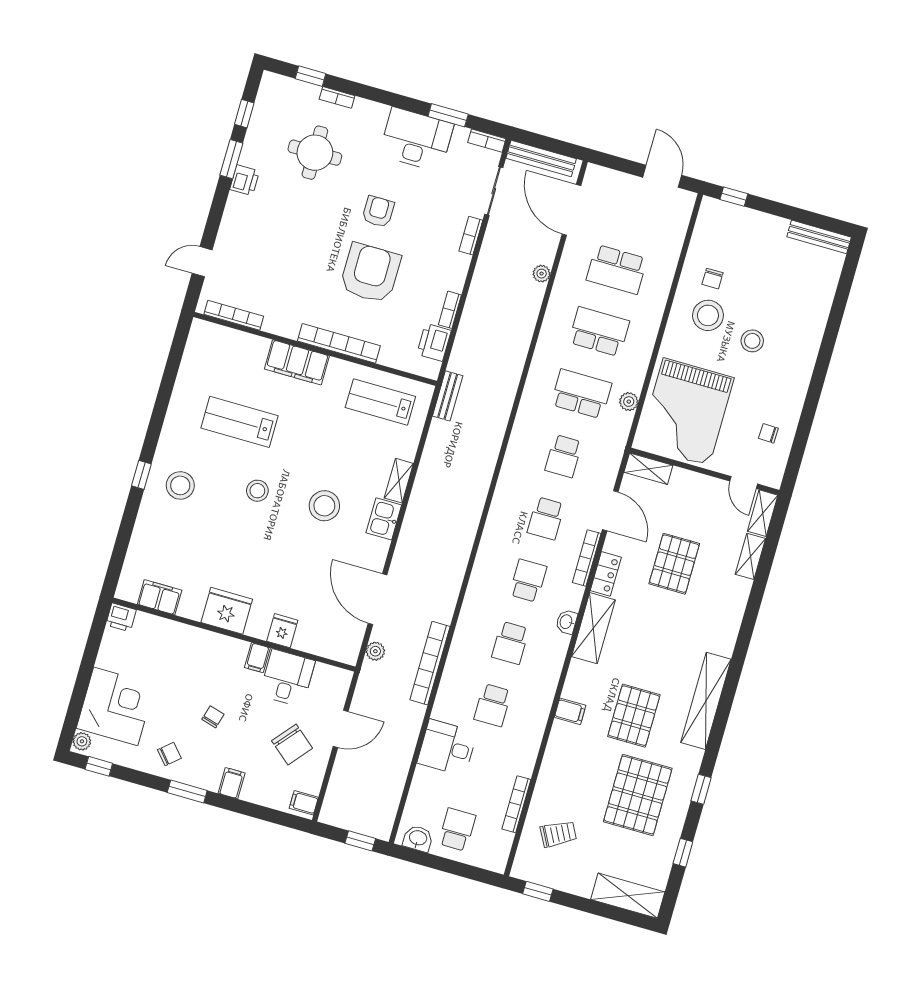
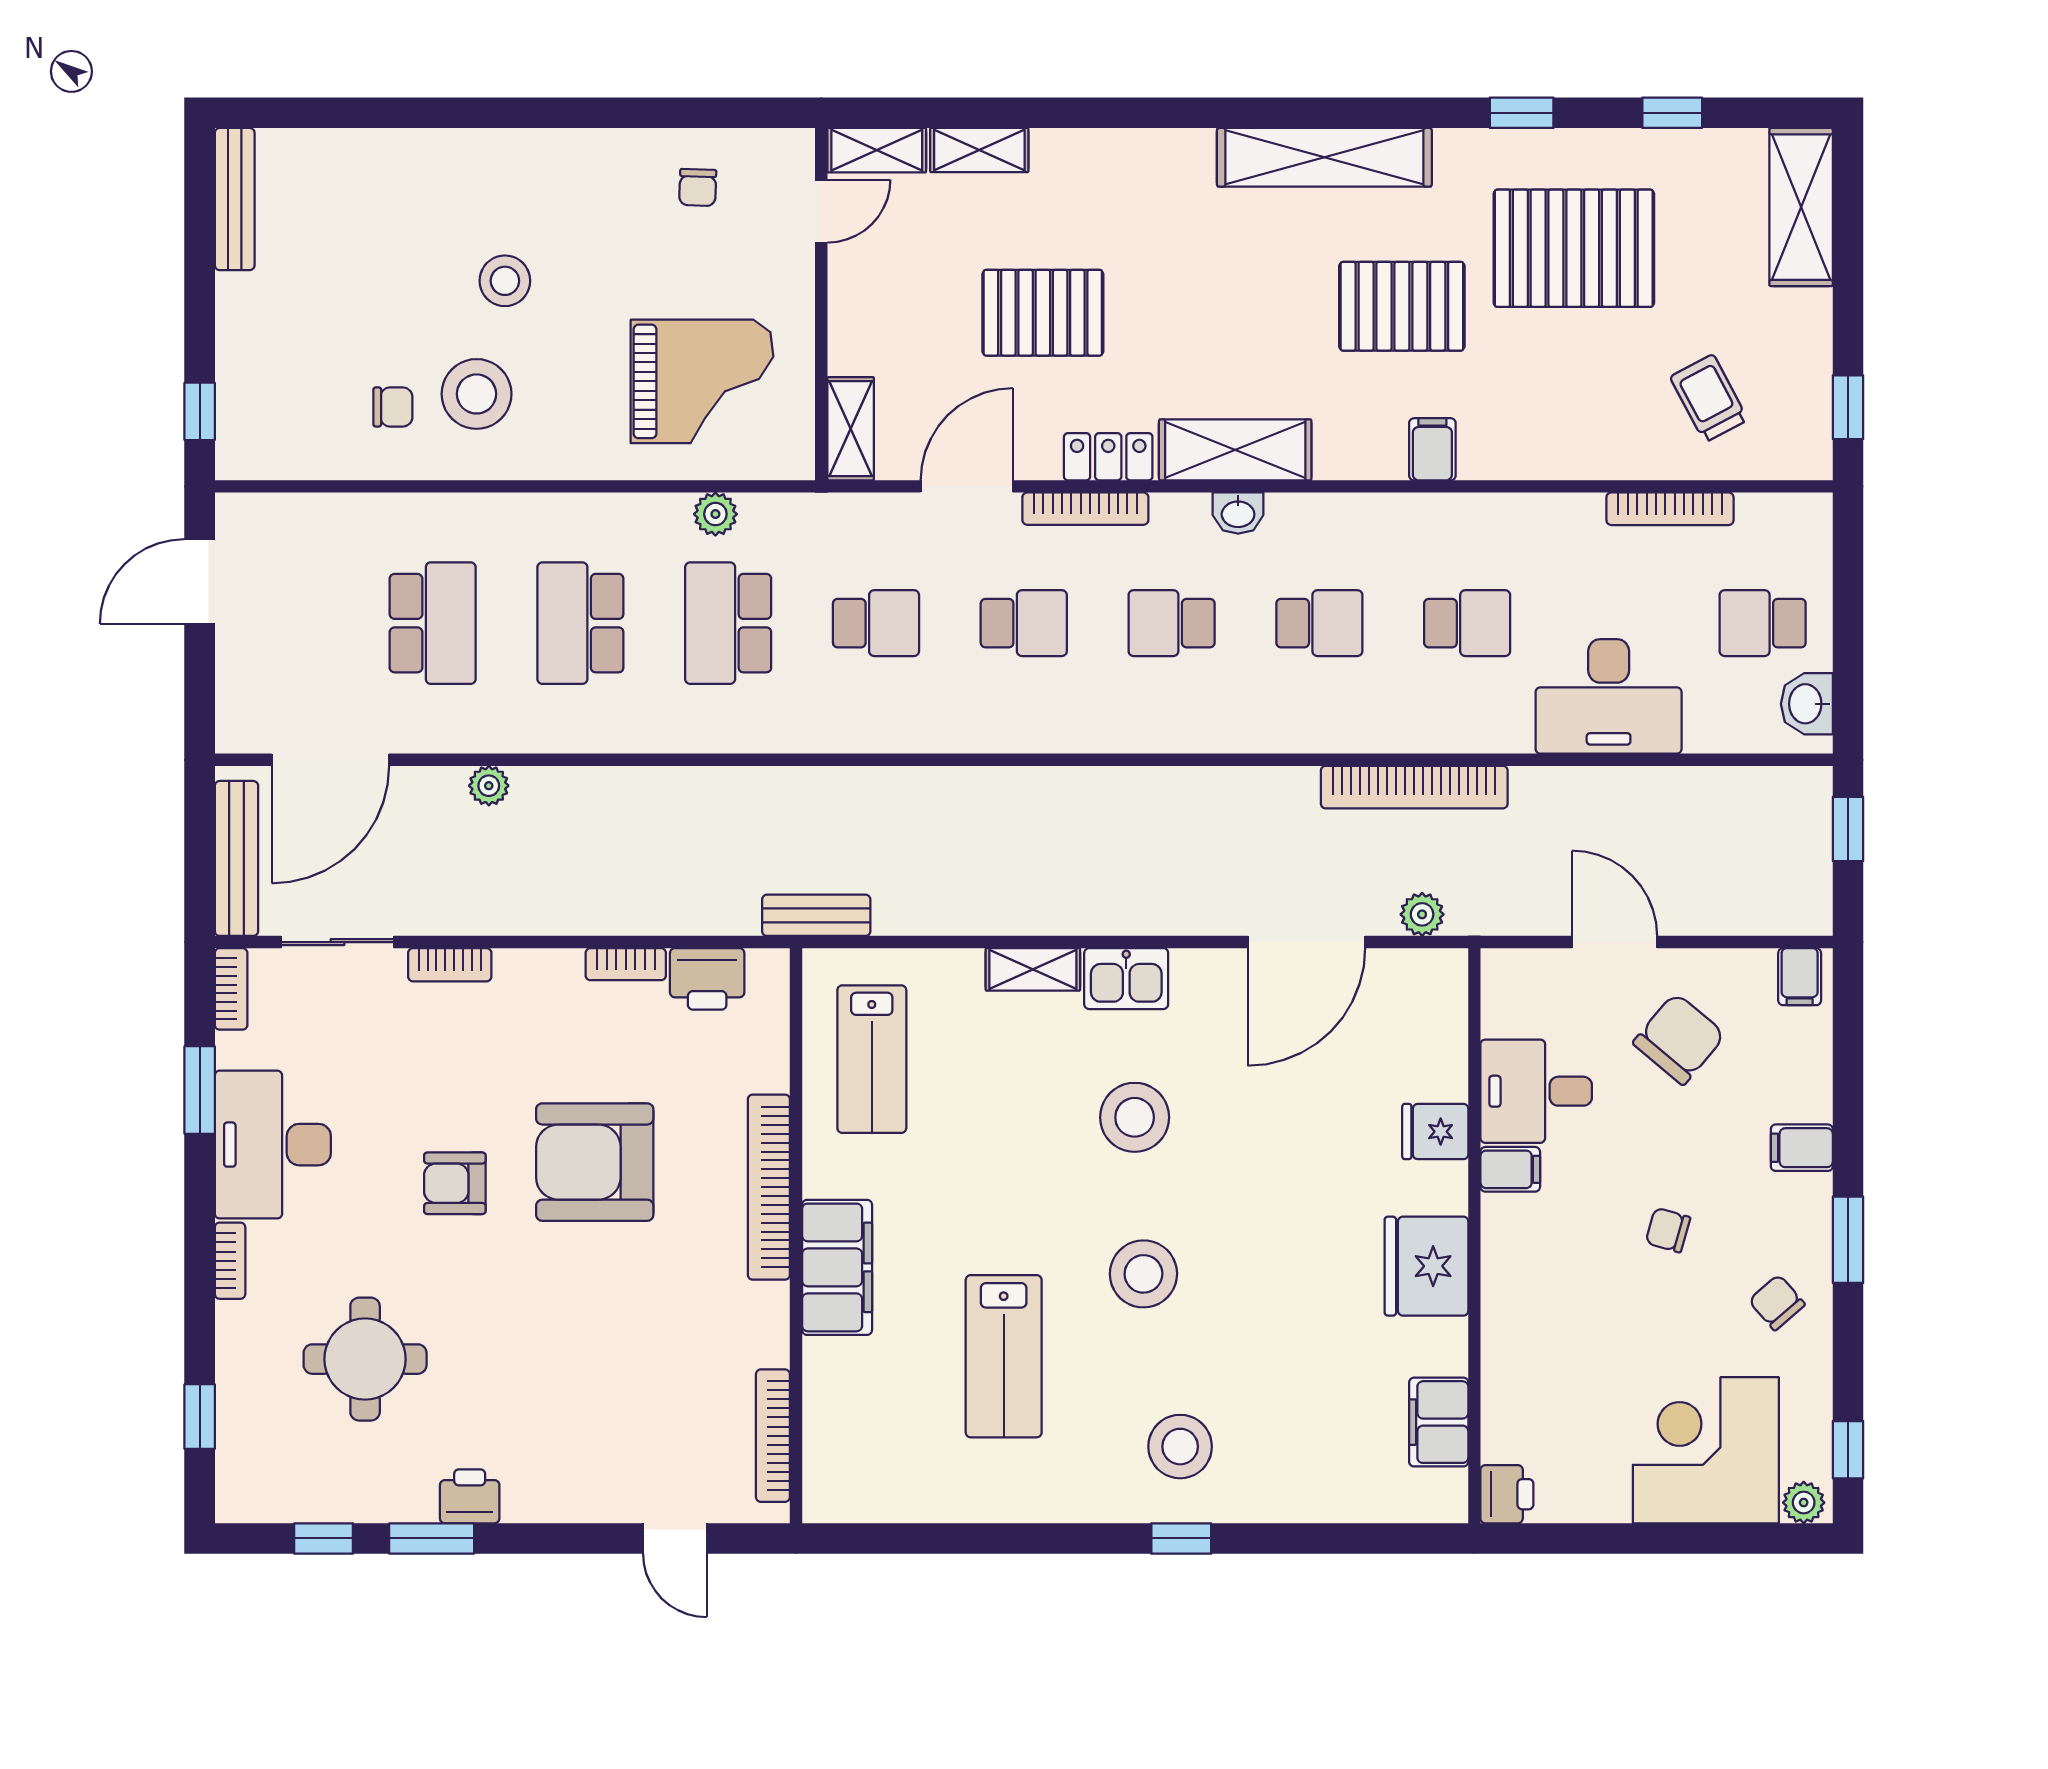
bookcase: (337, 97) -> (230, 1261), moved
grand piano: (686, 412) -> (702, 381), width x0.73, depth x0.68
stool: (257, 491) -> (1143, 1274), width x1.38, depth x1.38
desk: (447, 748) -> (1609, 696), width x1.37

